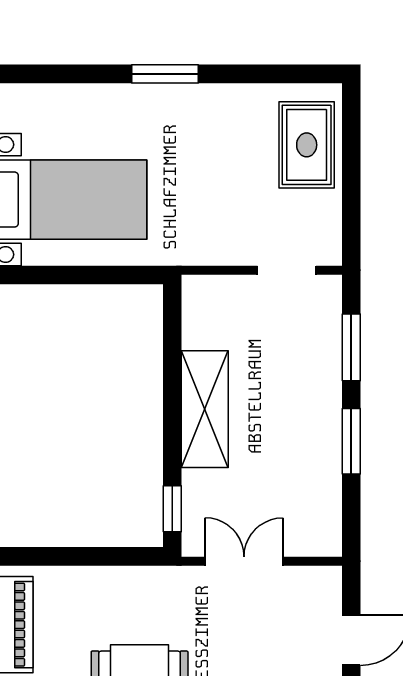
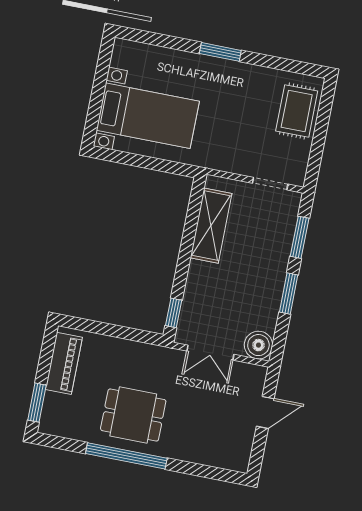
shelving: (205, 409) -> (211, 226), moved
boiler: (319, 534) -> (258, 345), added
double door: (244, 561) -> (210, 353), swing flipped

